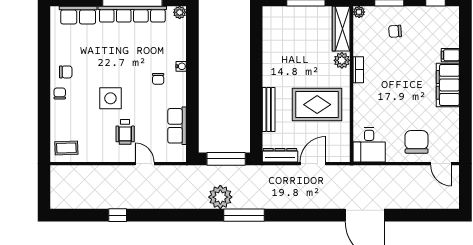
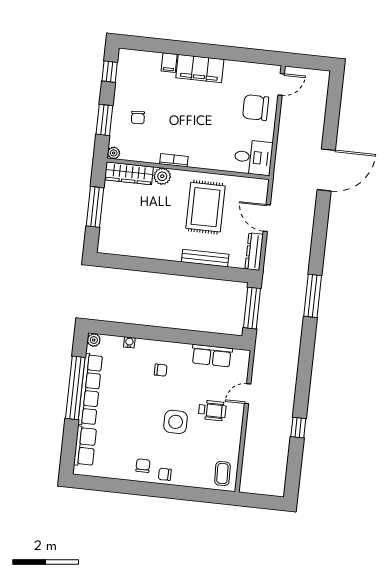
water cooler: (181, 66) -> (129, 342), moved
plant: (220, 197) -> (291, 319), removed

